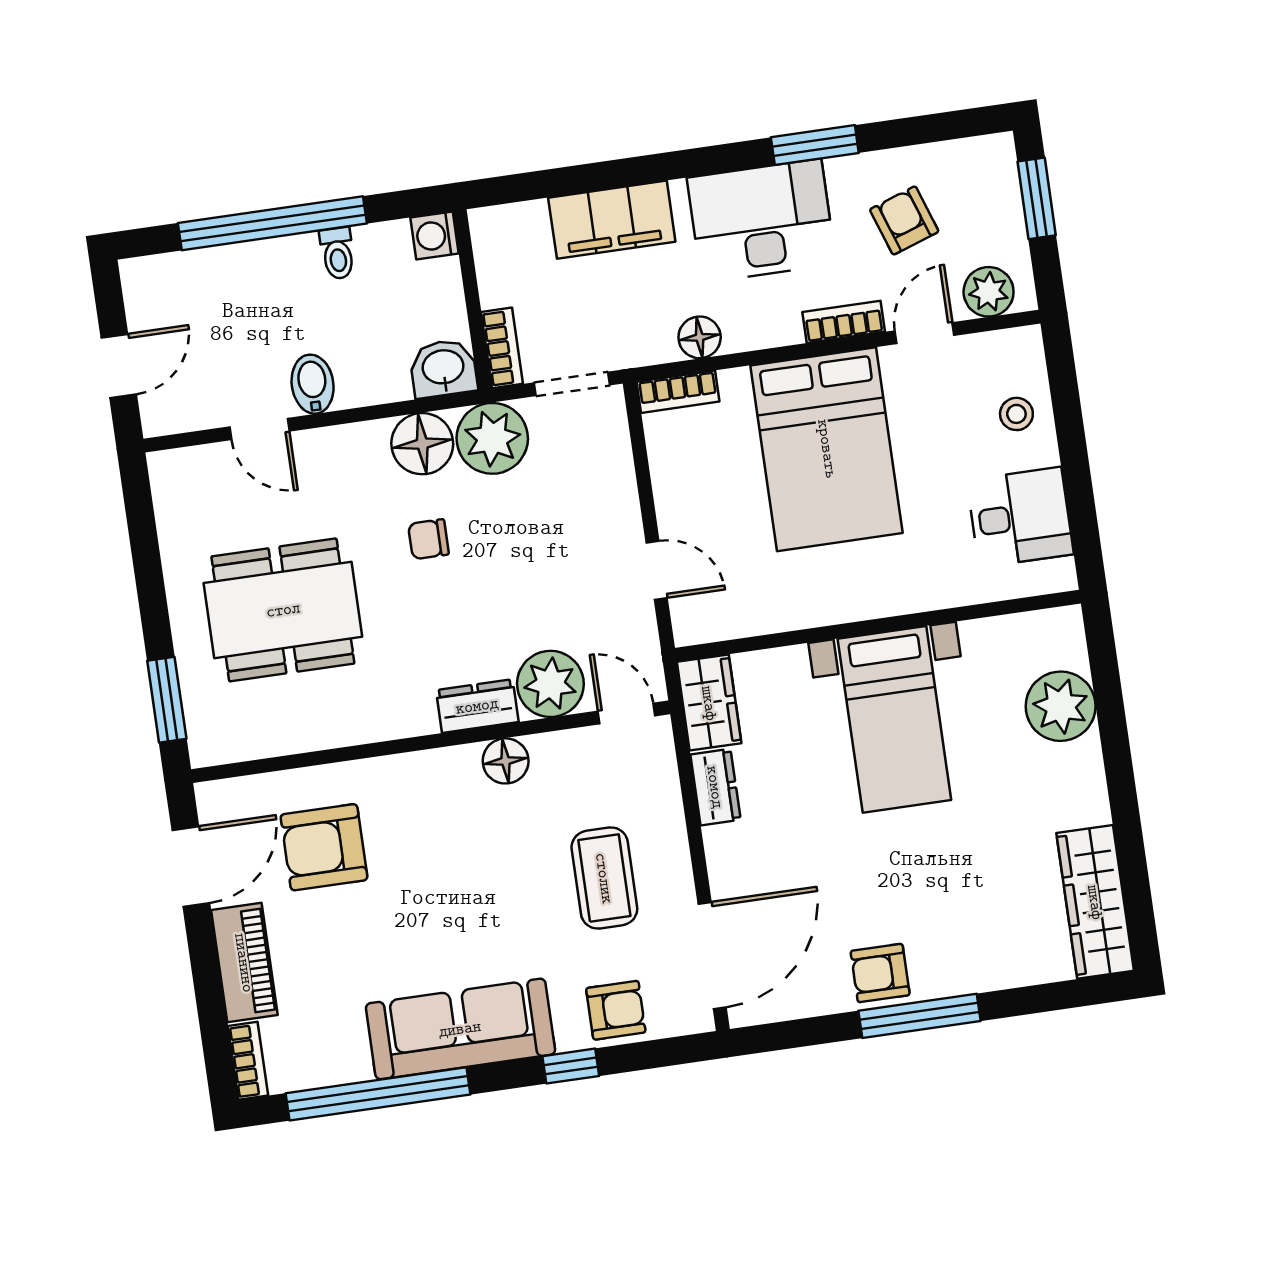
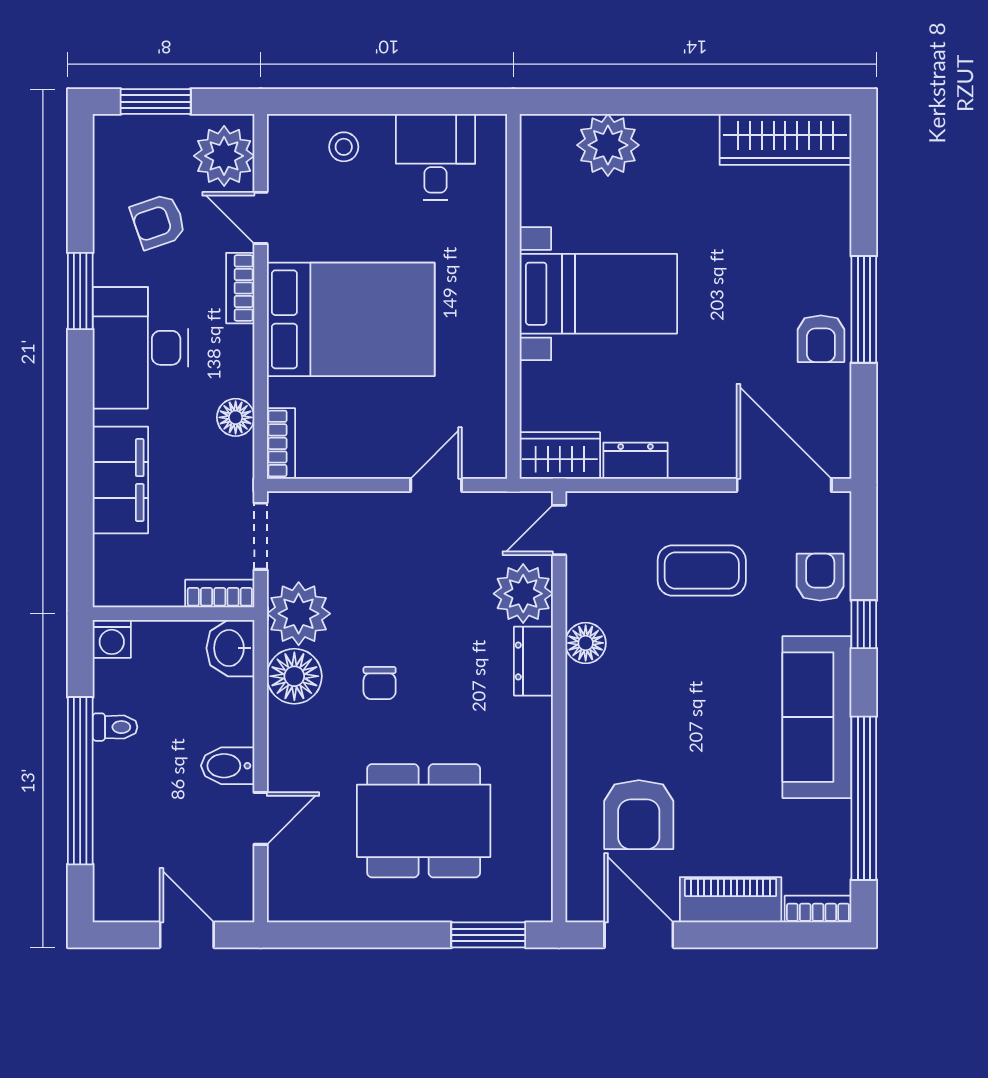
plant: (989, 292) -> (224, 156), width x1.36, depth x1.36
dining table: (283, 610) -> (424, 821), turned 90

